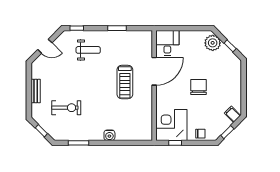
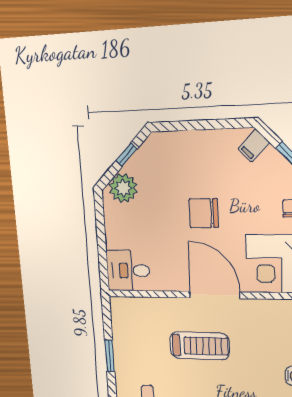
door: (154, 71) -> (215, 295), moved

